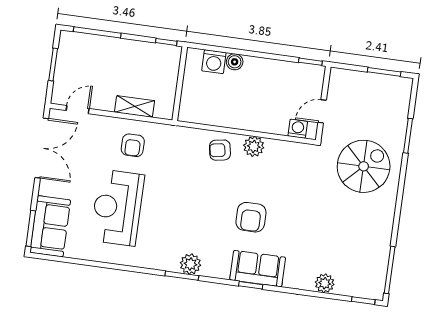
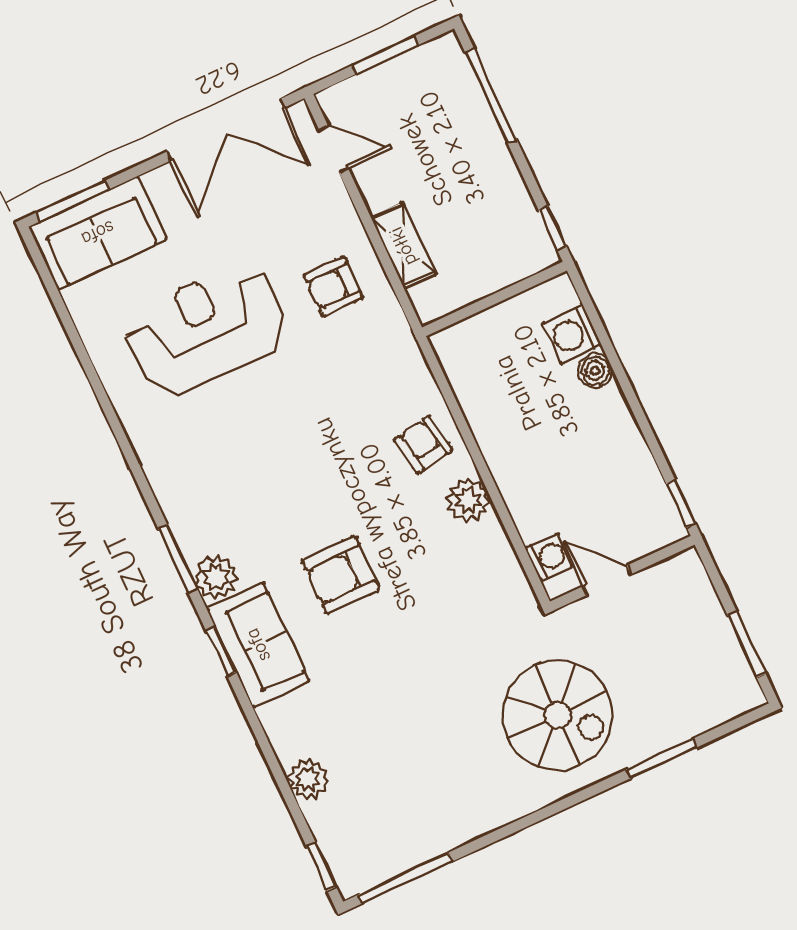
plant: (190, 264) -> (216, 577), moved
window: (182, 276) -> (178, 558), moved

